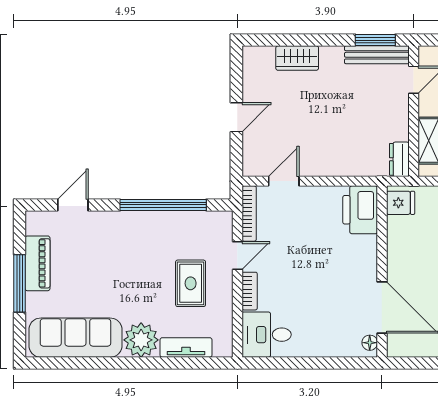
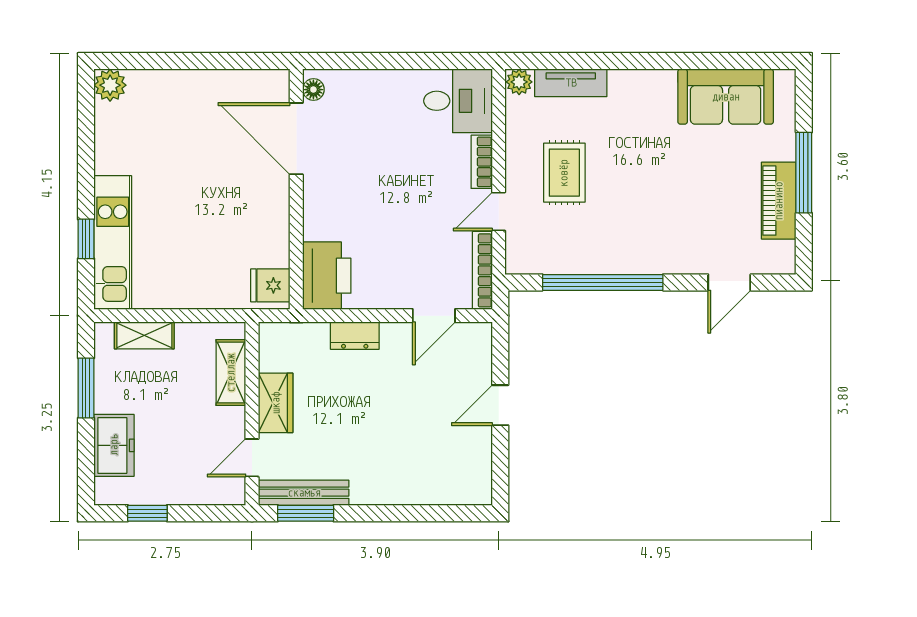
wardrobe: (297, 58) -> (276, 403), moved, turned 90
dresser: (399, 159) -> (355, 336), moved, turned 90
sofa: (75, 338) -> (726, 97), width x0.73
plant: (141, 340) -> (519, 82), moved, width x0.53, depth x0.53

